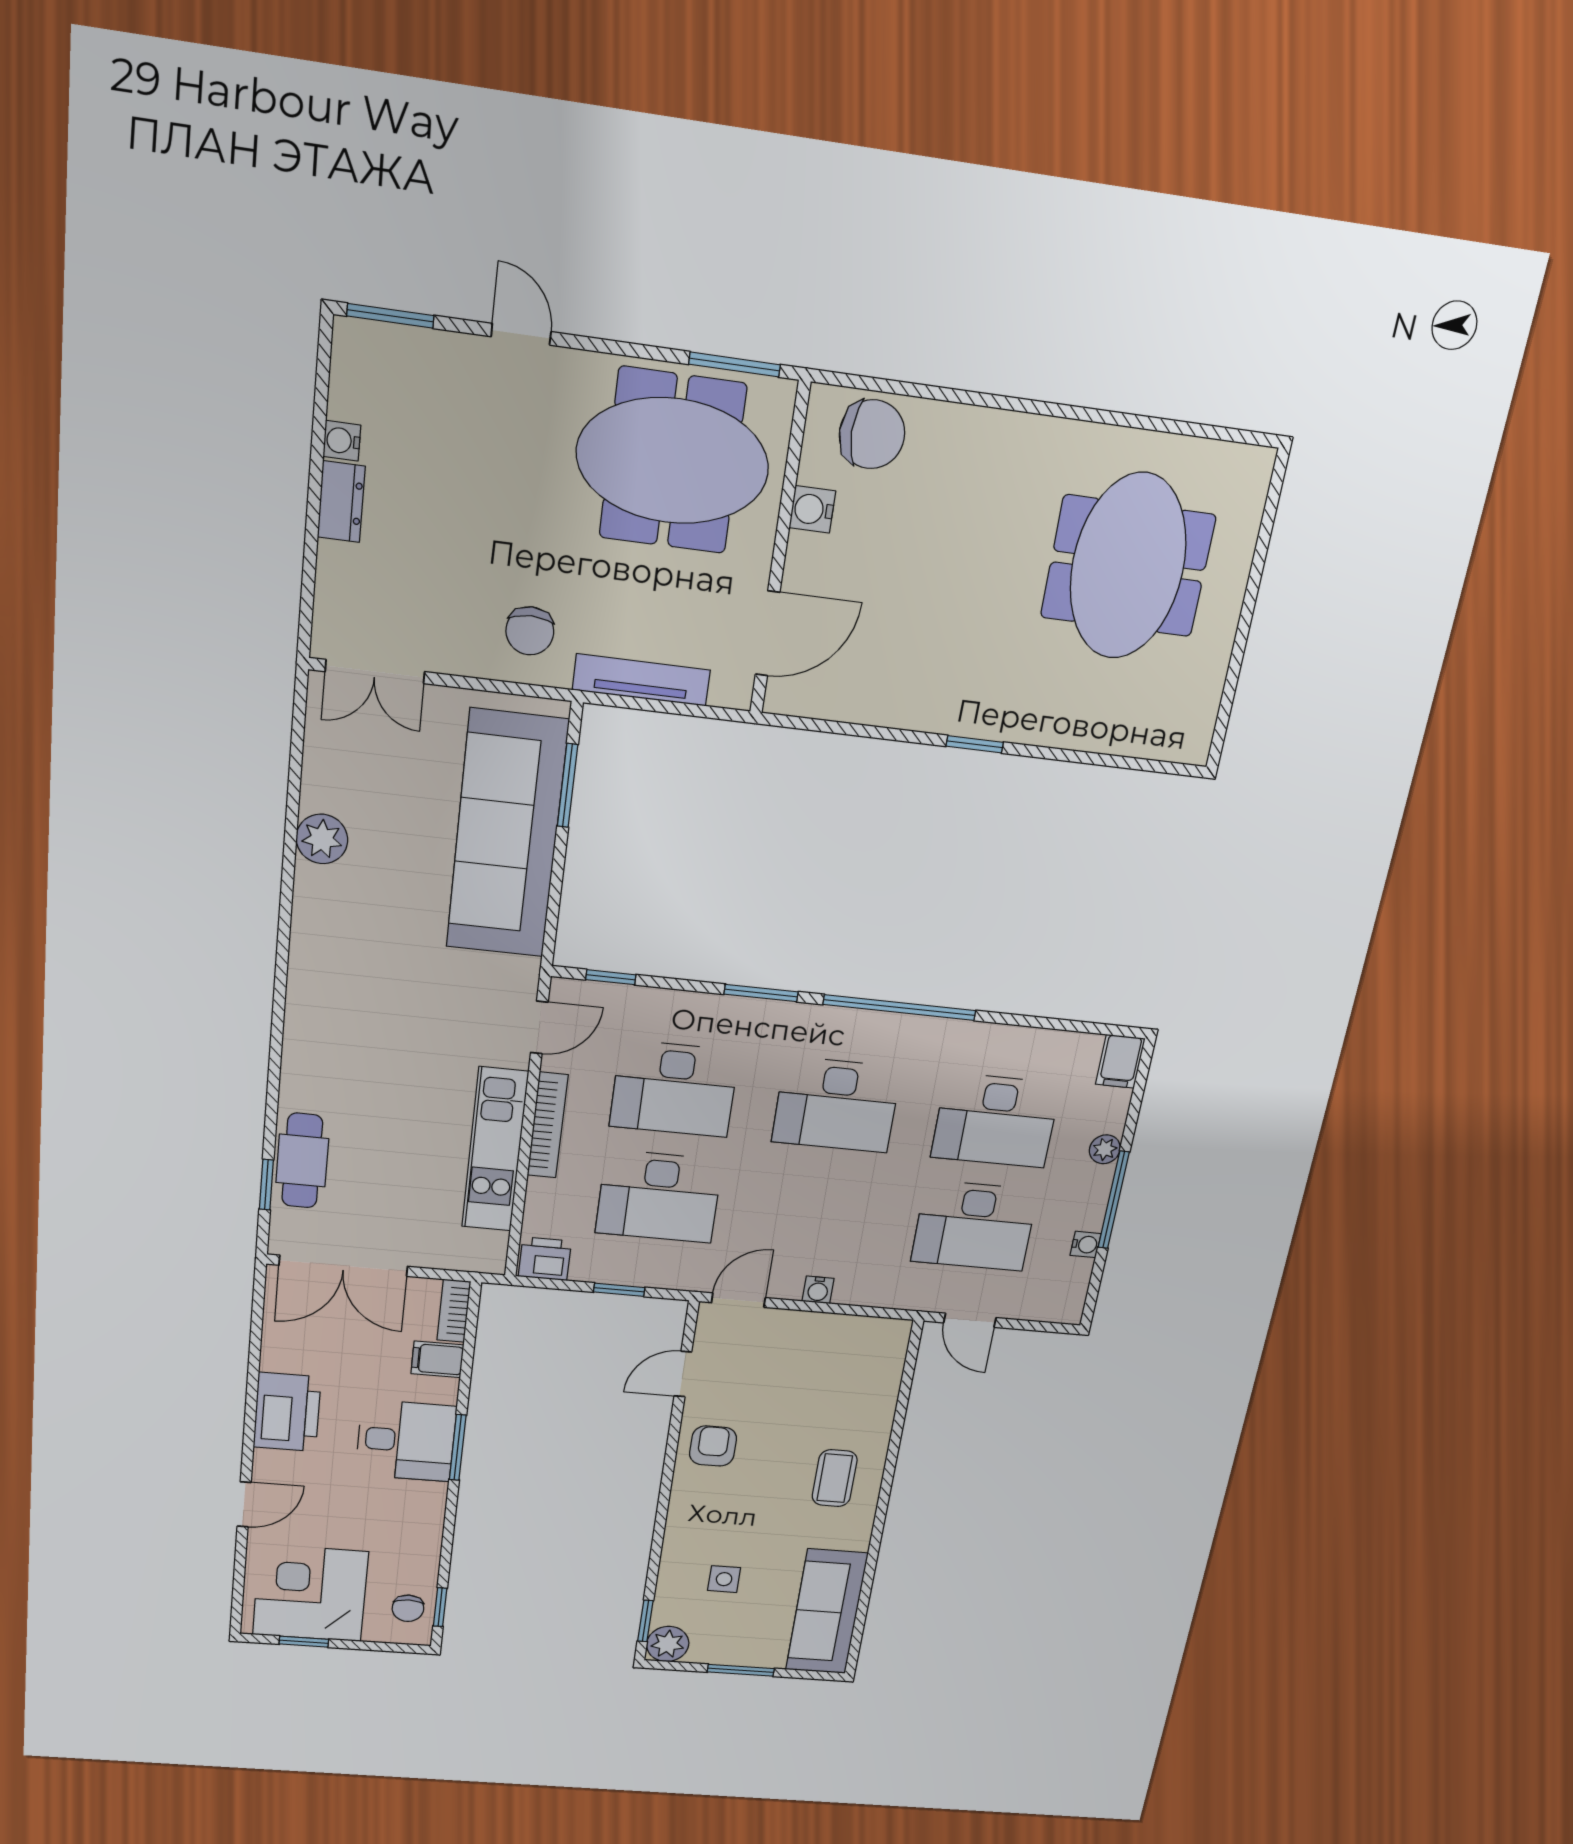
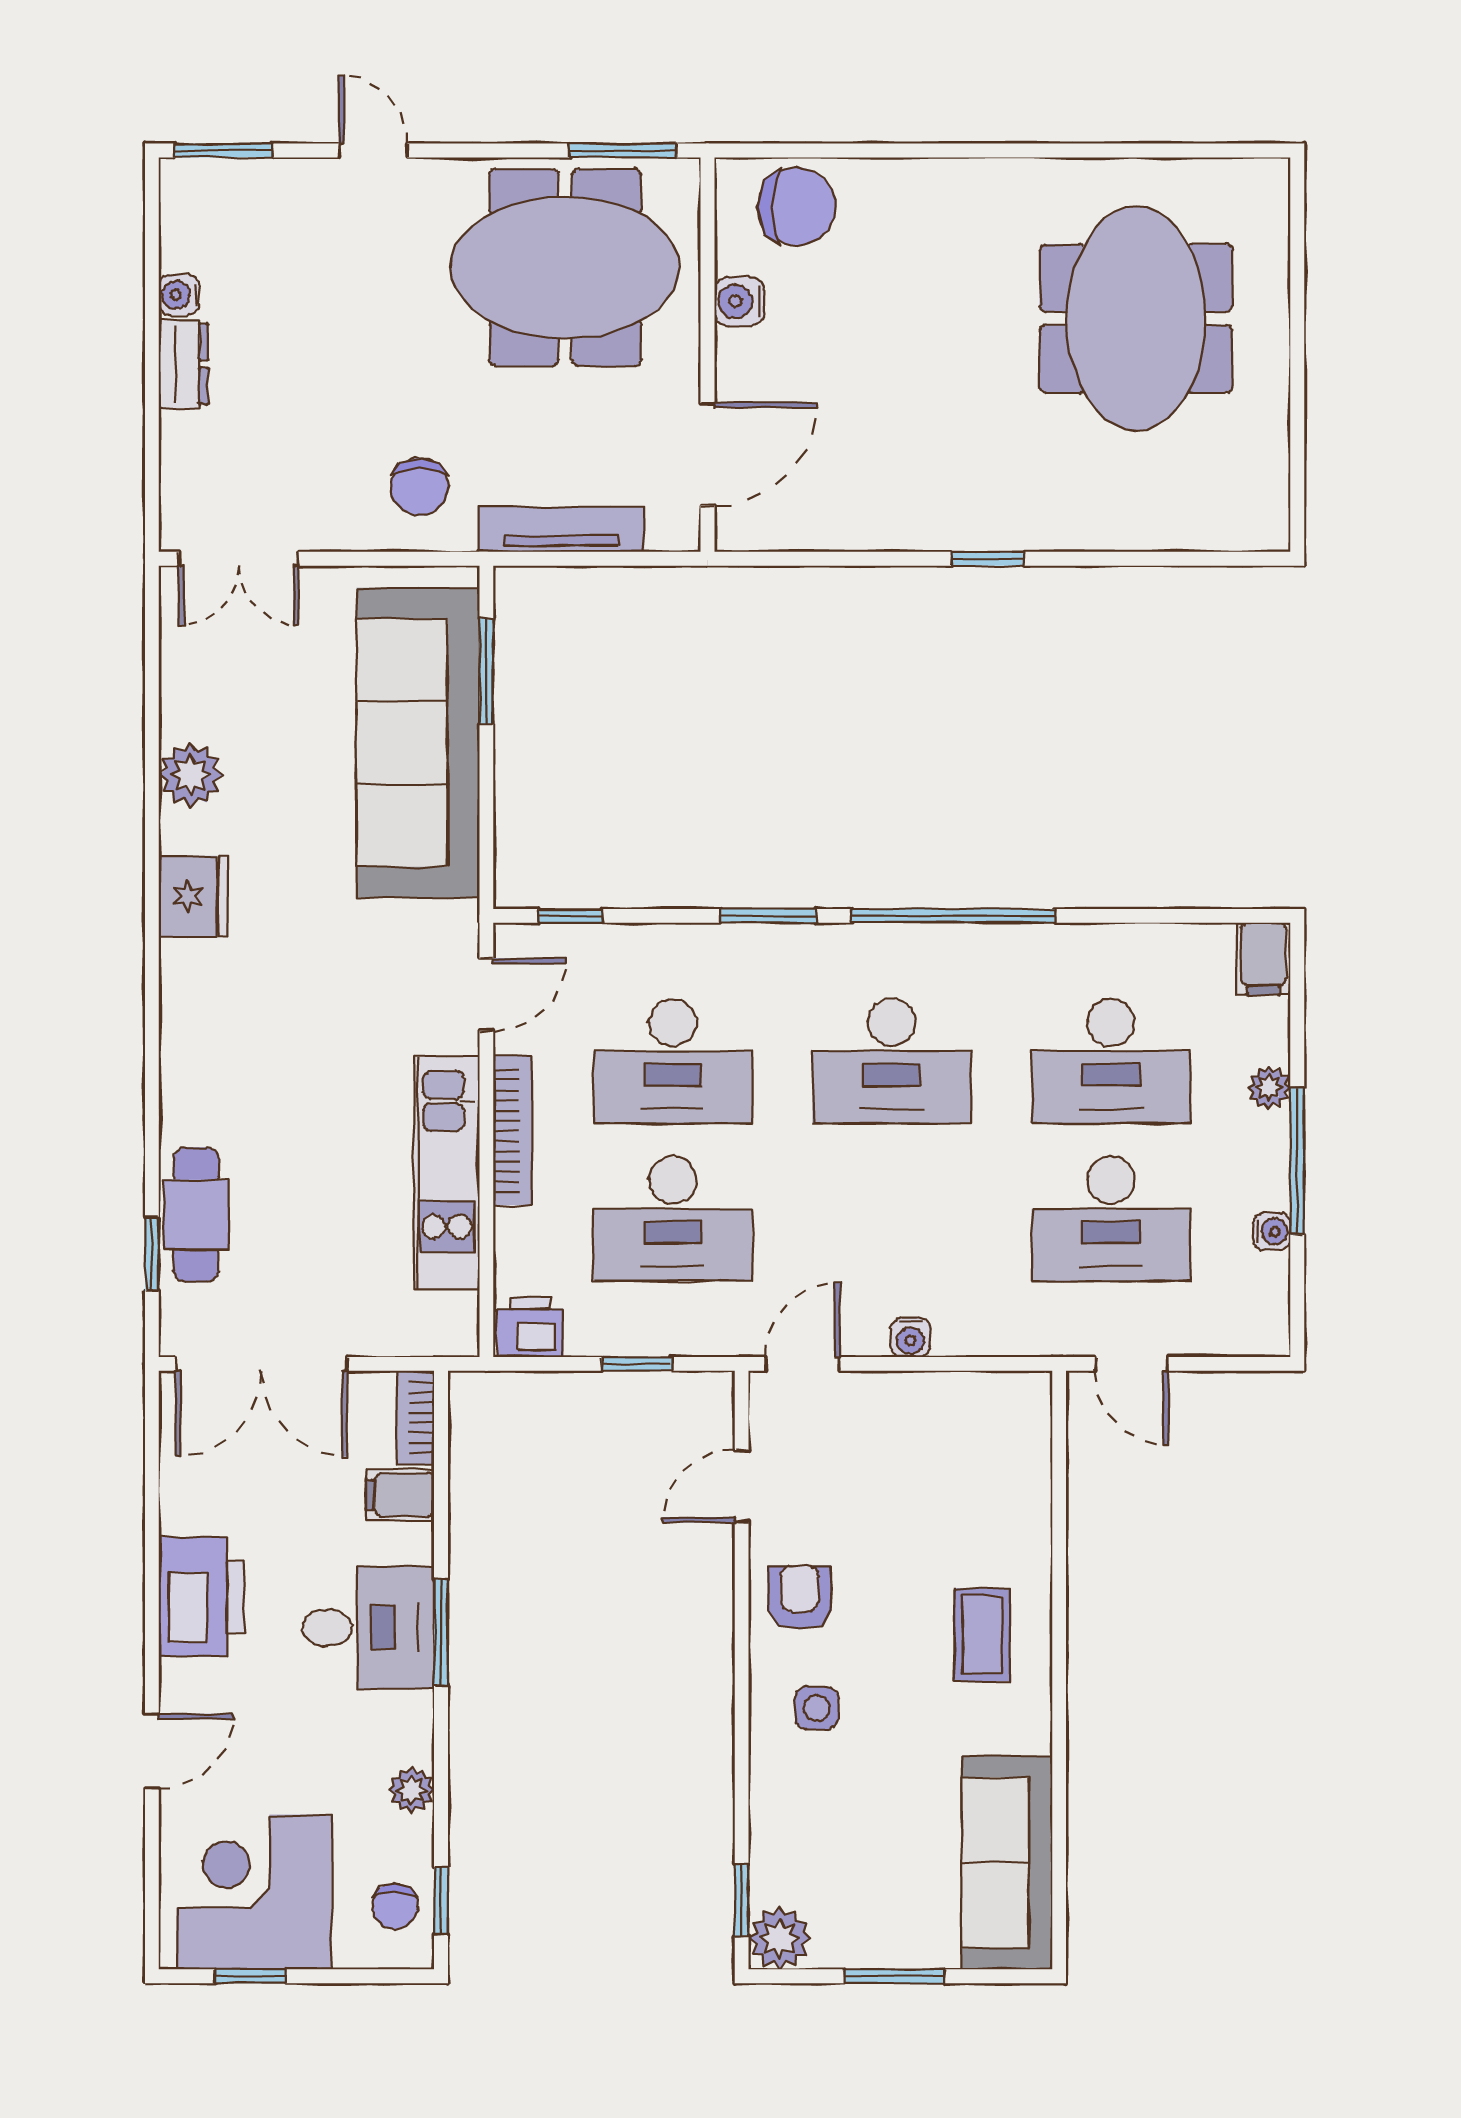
fridge: (317, 931) -> (193, 896), added
plant: (427, 1541) -> (411, 1790), added
side table: (724, 1579) -> (817, 1708), moved

